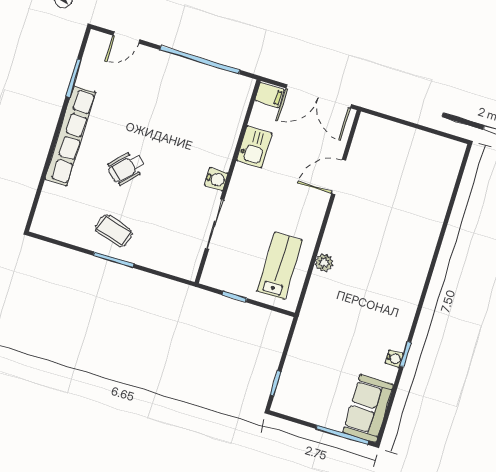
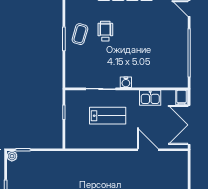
wheelchair: (126, 168) -> (105, 31), moved, turned 46
plant: (324, 263) -> (12, 156), moved
lab bench: (280, 266) -> (108, 116), moved

